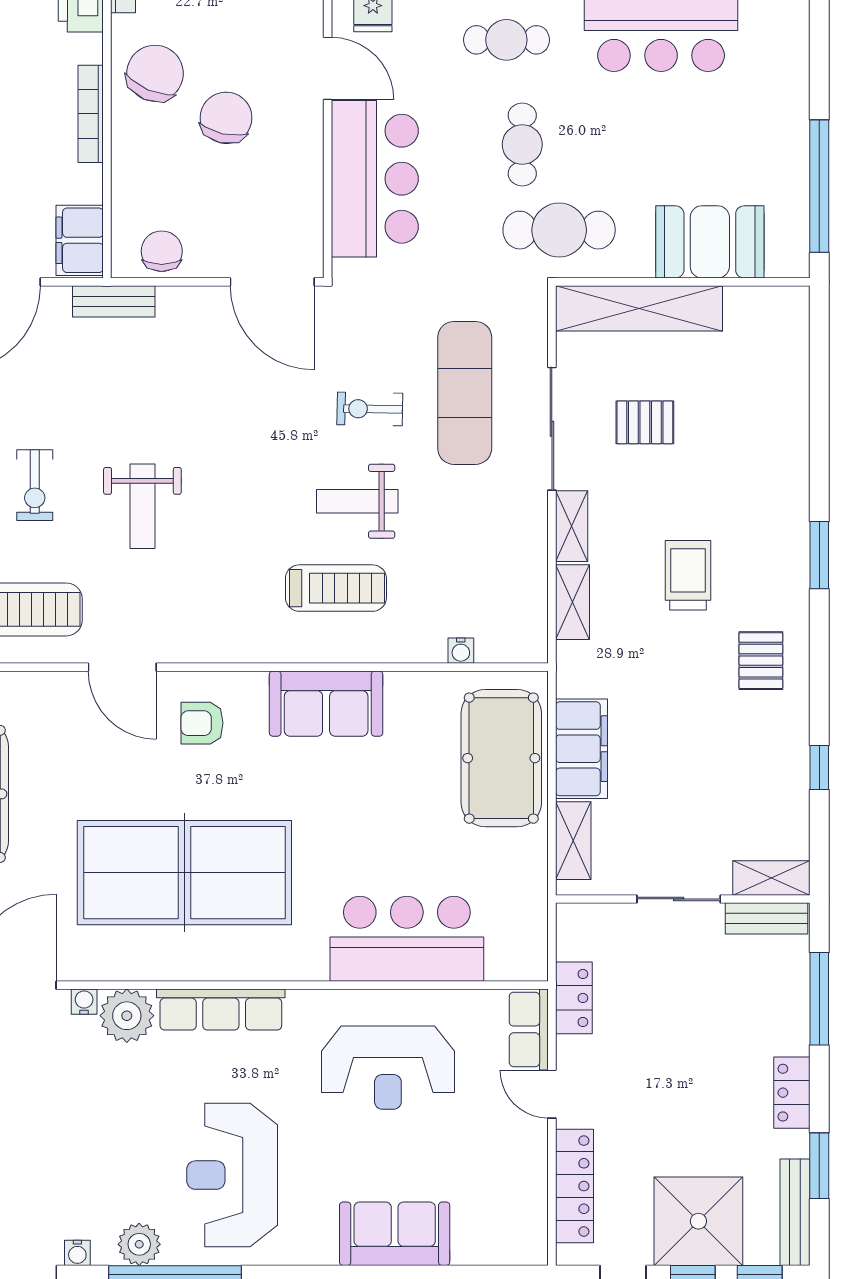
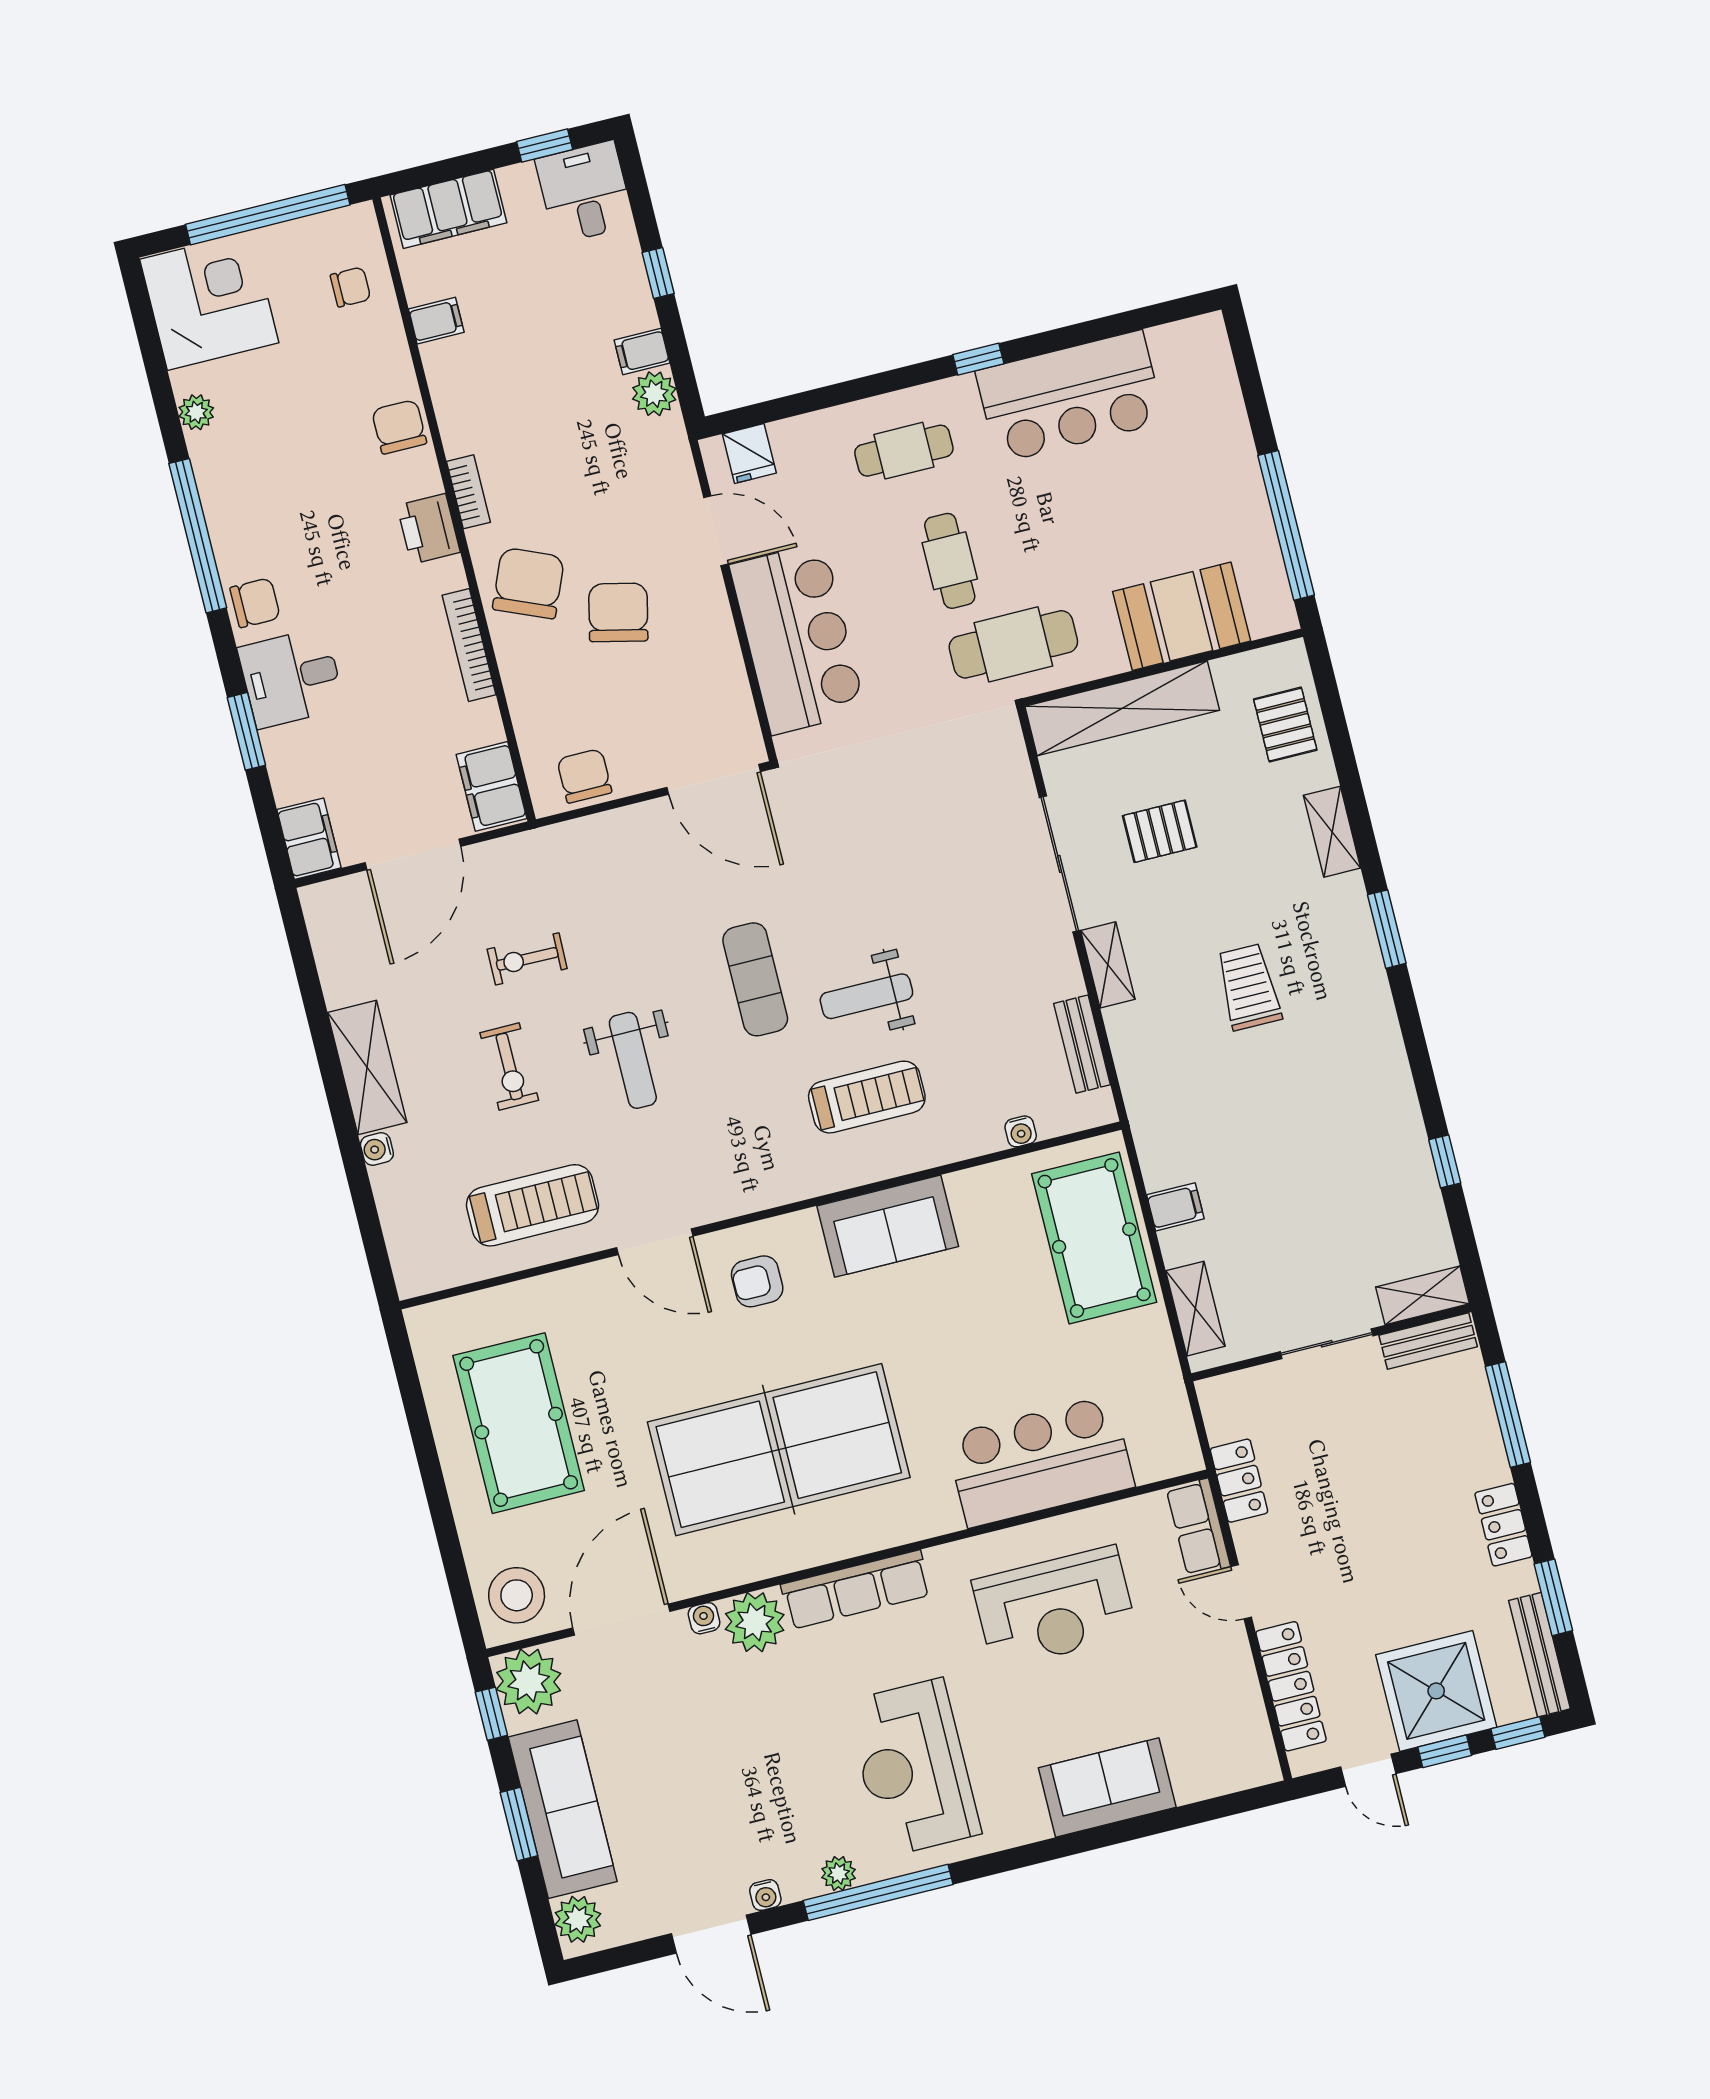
bench: (114, 301) -> (1082, 1044), moved, turned 90
exercise mat: (465, 393) -> (755, 979), moved, width x0.73, depth x0.69
exercise bike: (370, 409) -> (527, 959), moved
shelving: (573, 602) -> (1332, 832), moved
pallet: (761, 661) -> (1285, 725), moved
filing cabinet: (581, 749) -> (1175, 1207), width x0.33, depth x0.86
plant: (139, 1244) -> (839, 1873), width x0.73, depth x0.73

